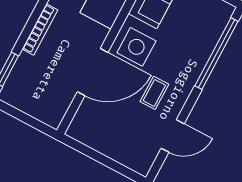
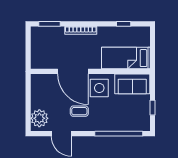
plant: (134, 155) -> (39, 118), added

